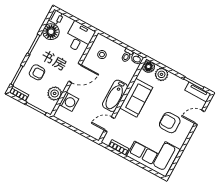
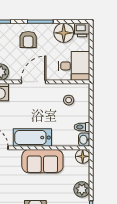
armchair: (37, 72) -> (28, 39), moved
door: (75, 73) -> (34, 82), swing flipped
plant: (161, 74) -> (82, 189), moved

